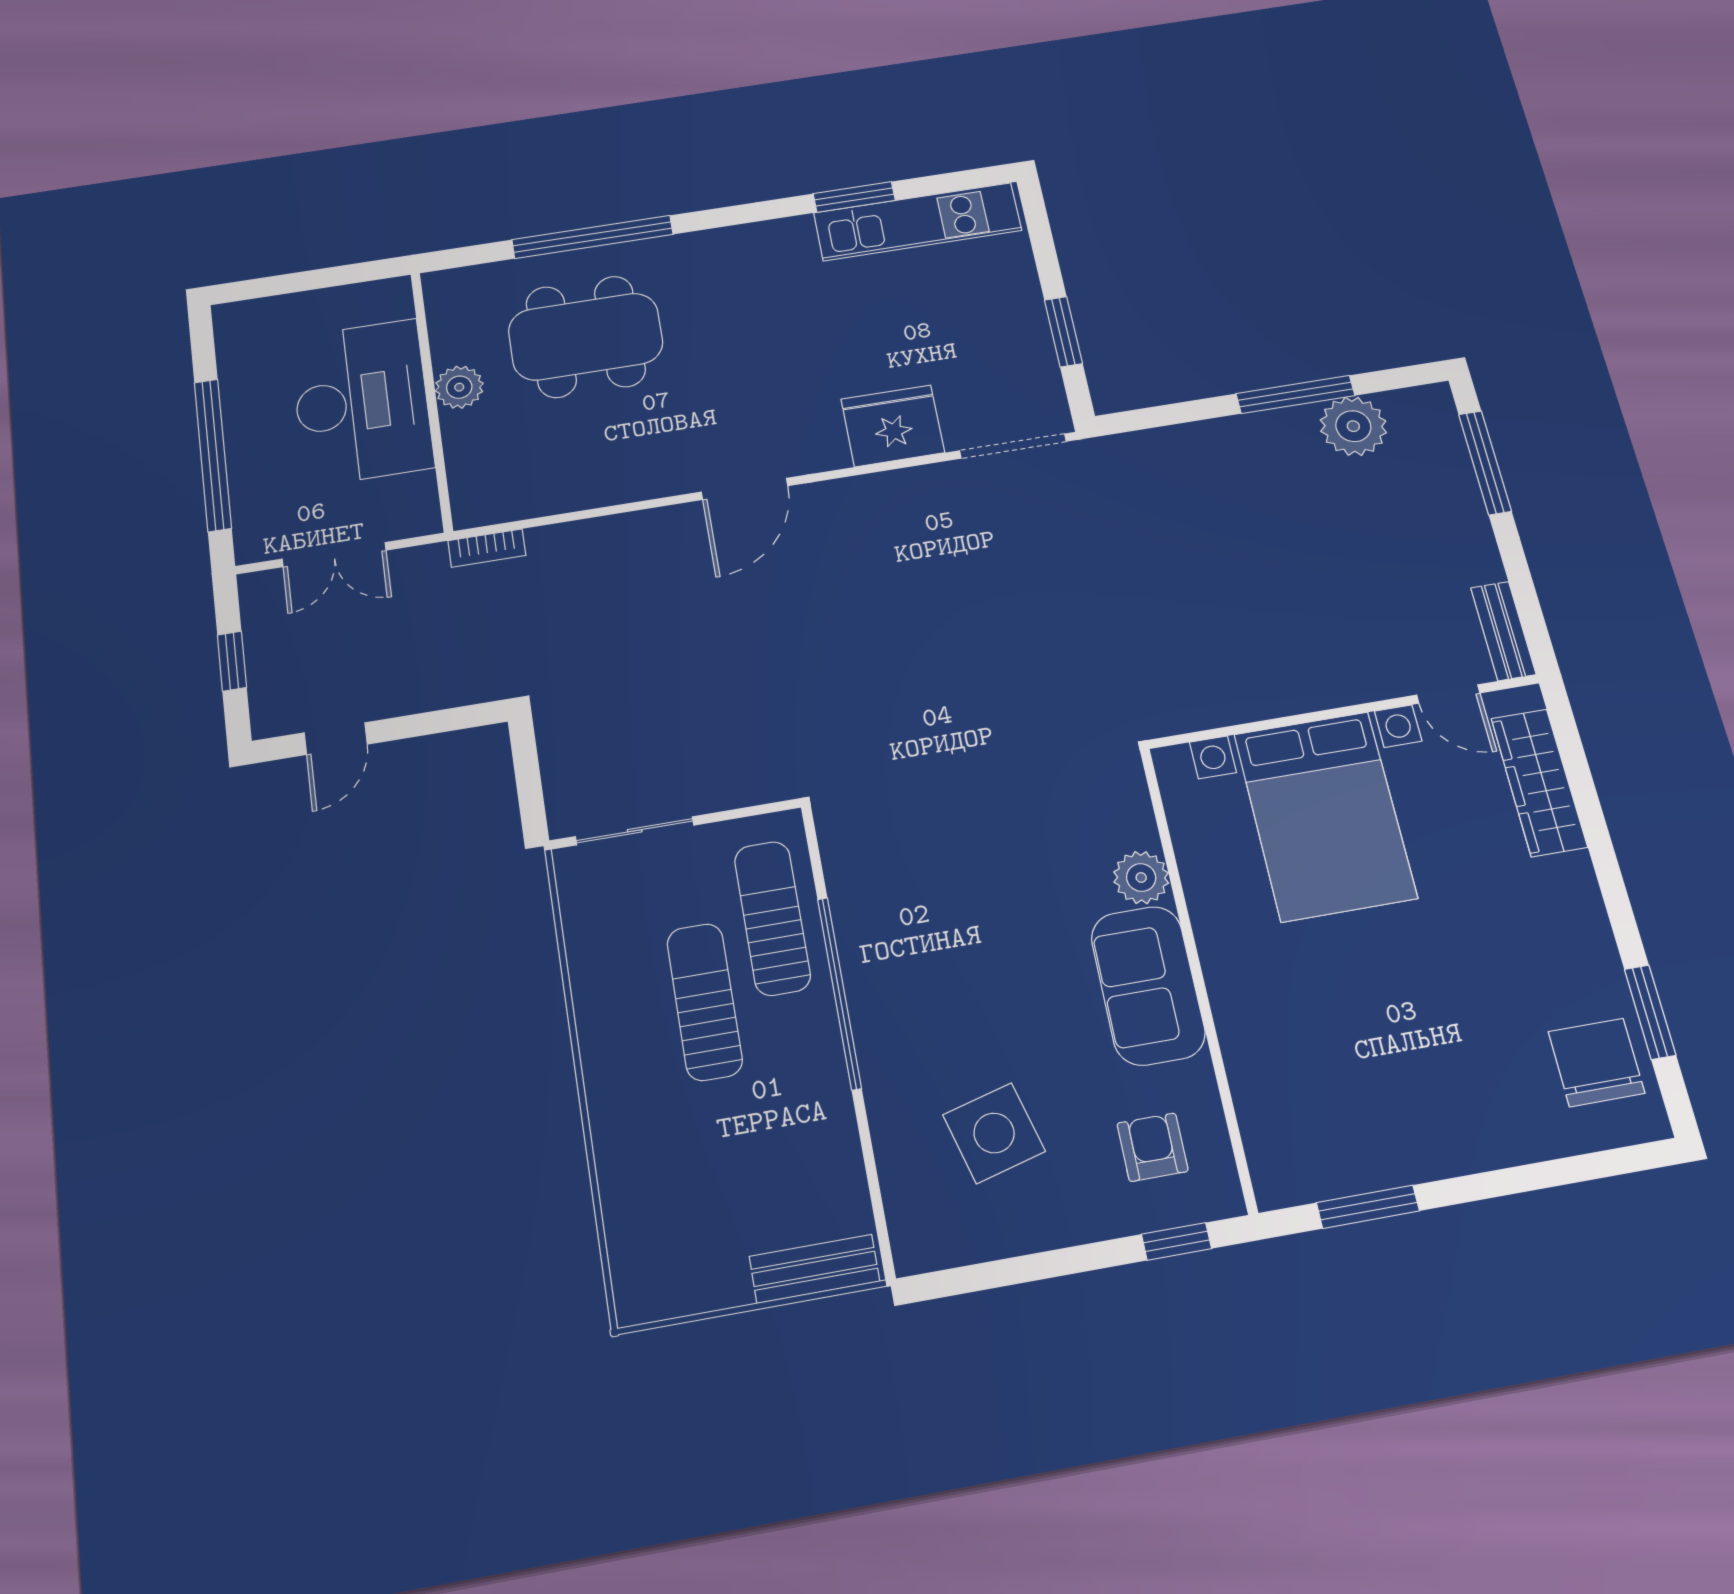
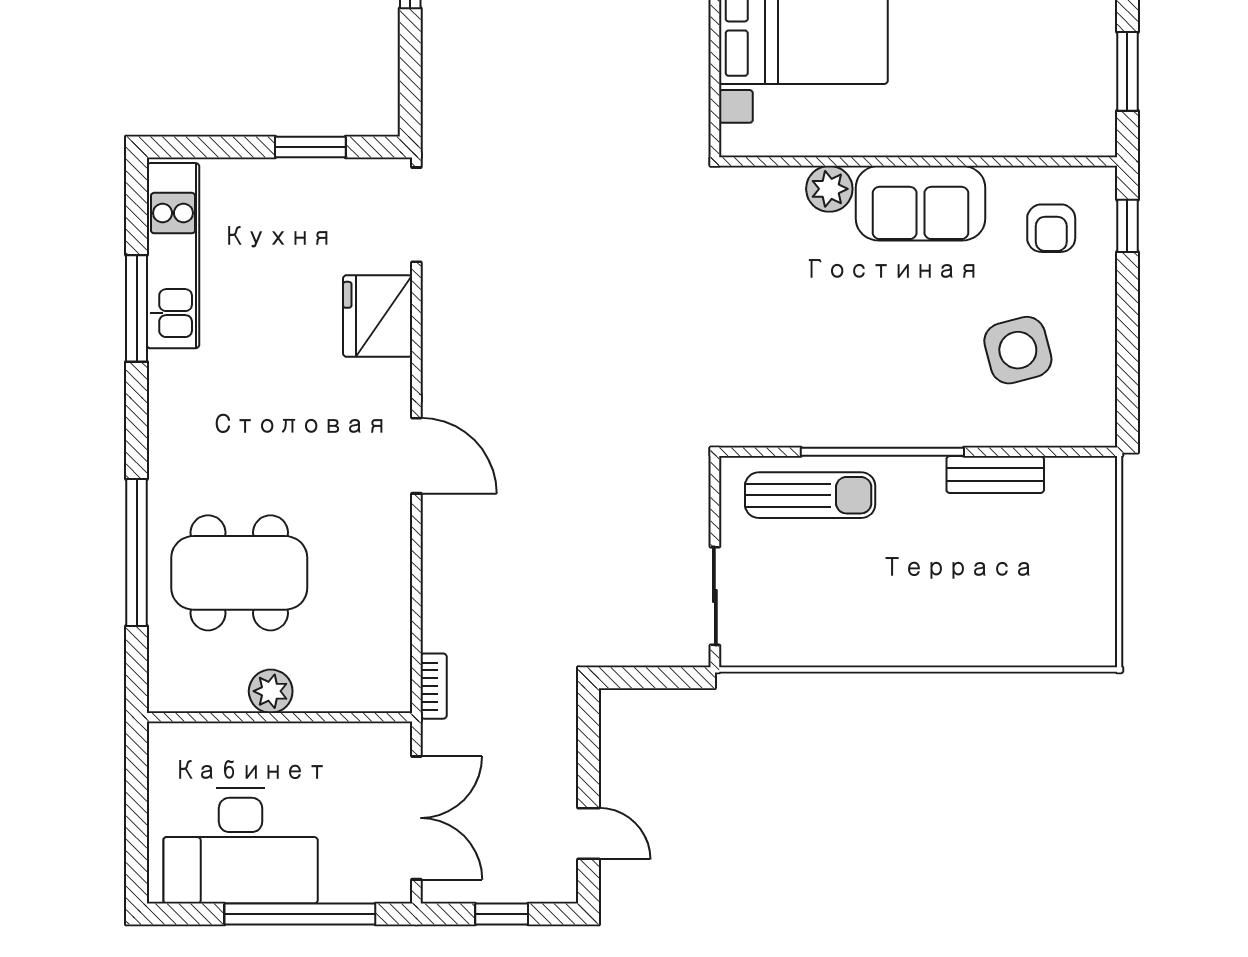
window: (854, 197) -> (137, 308), width x1.44
dining table: (586, 337) -> (239, 573), turned 90
desk: (362, 402) -> (241, 846), moved, turned 180
double door: (334, 555) -> (416, 818), width x1.37
sun lounger: (772, 918) -> (810, 495), turned 180
sun lounger: (705, 1002) -> (870, 561), removed
armchair: (1153, 1147) -> (1051, 228), turned -90
bench: (814, 1269) -> (995, 475), moved, turned 90

